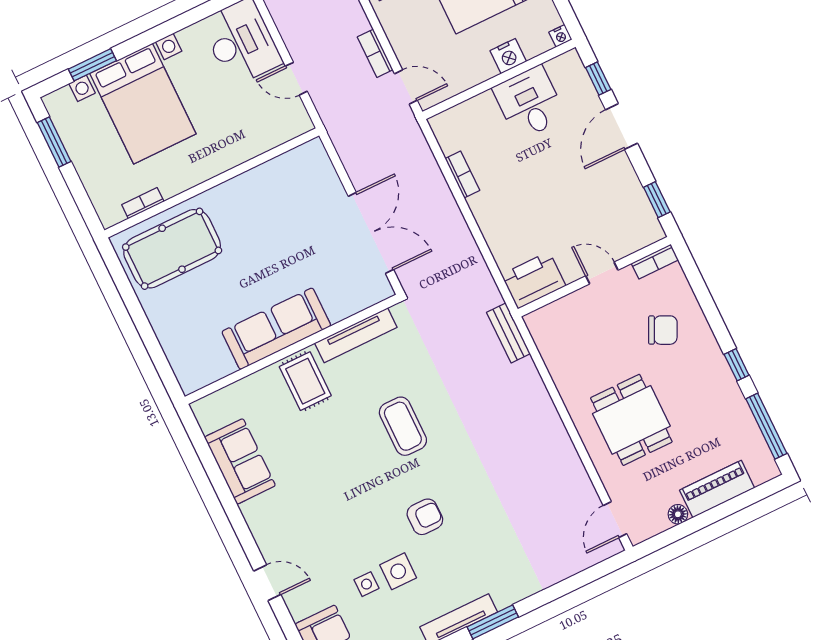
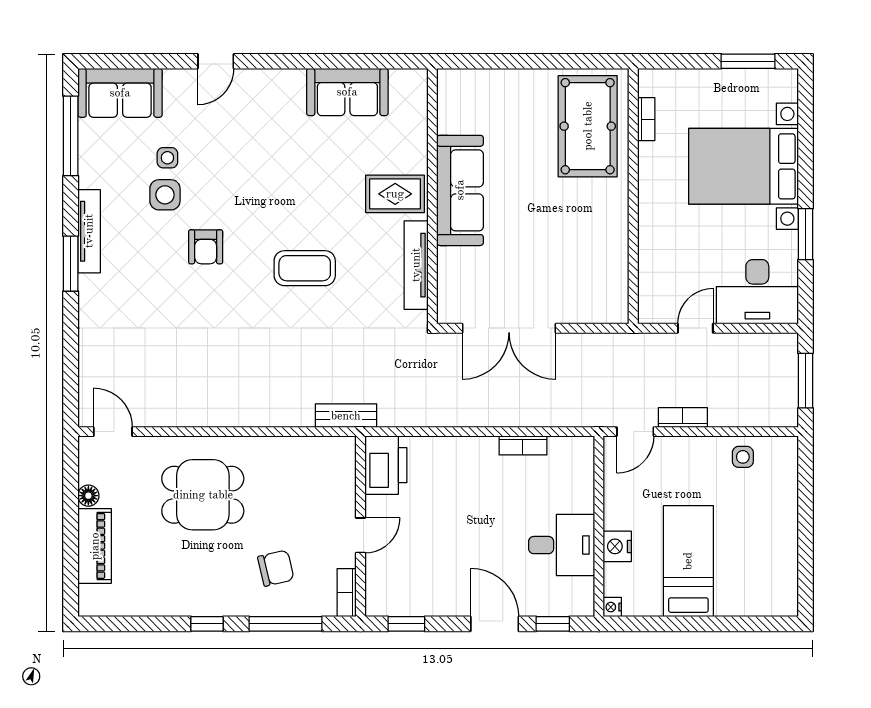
window: (92, 65) -> (805, 234), moved
chair: (663, 330) -> (276, 568), turned -129
window: (766, 426) -> (286, 624), moved

